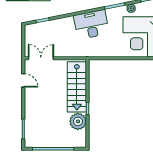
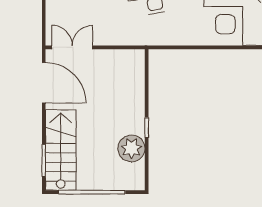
door: (23, 80) -> (44, 83), width x1.87
stairs: (77, 87) -> (61, 150), moved, turned 180

